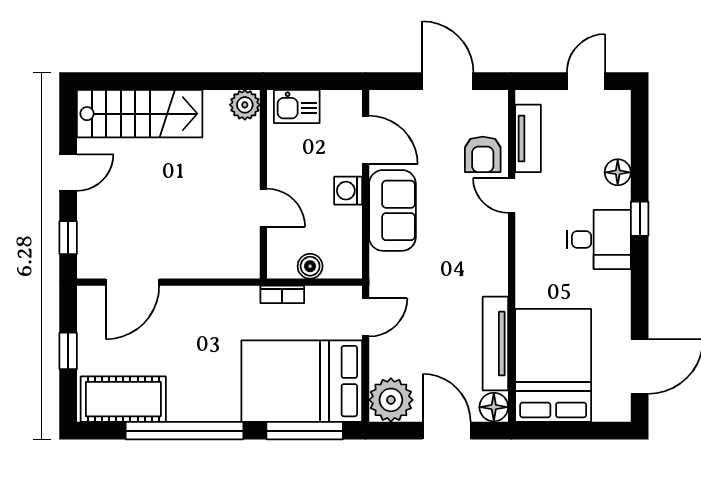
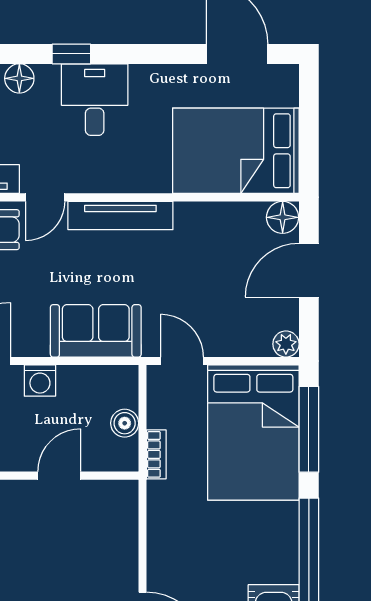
sofa: (392, 210) -> (96, 331), moved
tv unit: (495, 344) -> (120, 216), moved
plant: (391, 400) -> (286, 344), width x0.53, depth x0.53

